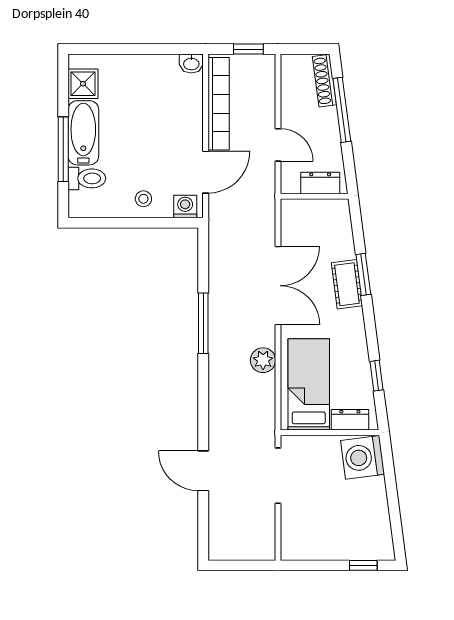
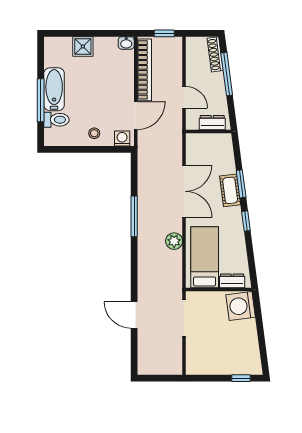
shower: (83, 84) -> (83, 46), moved
window: (377, 376) -> (246, 221), moved

